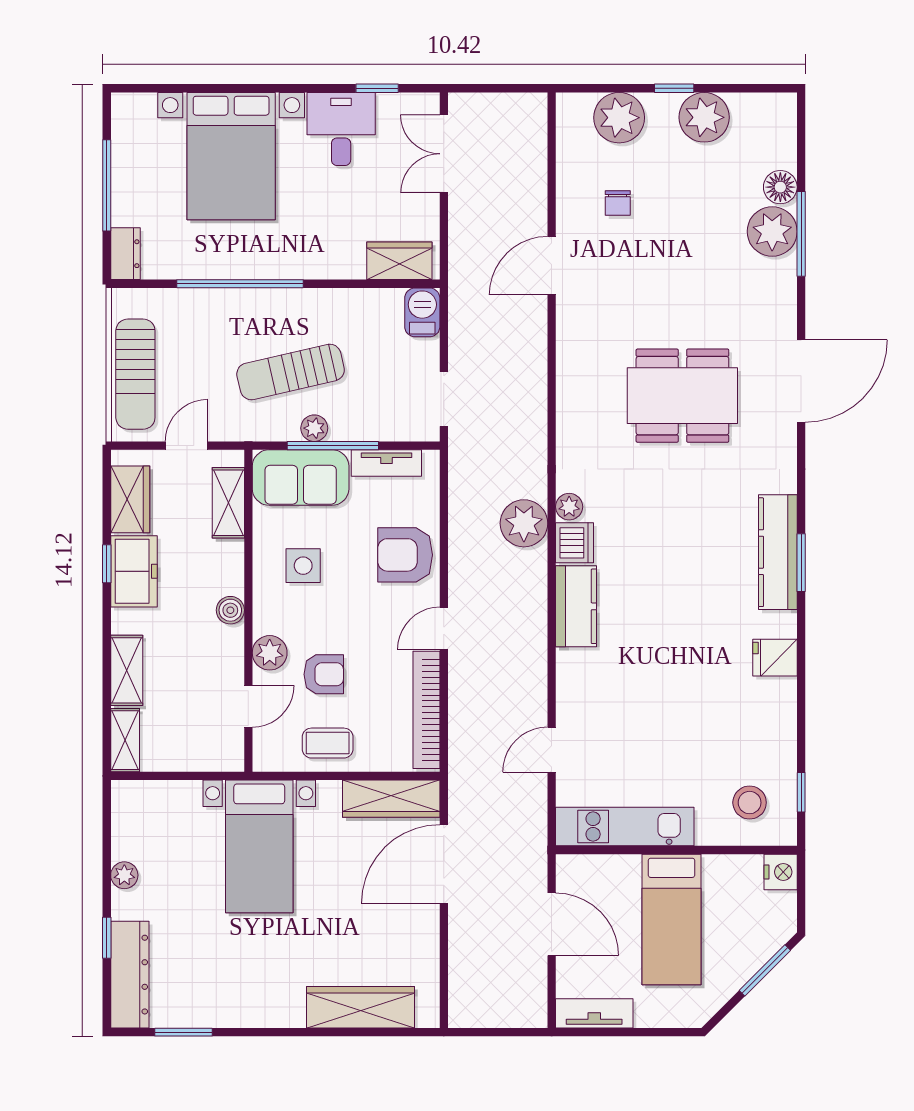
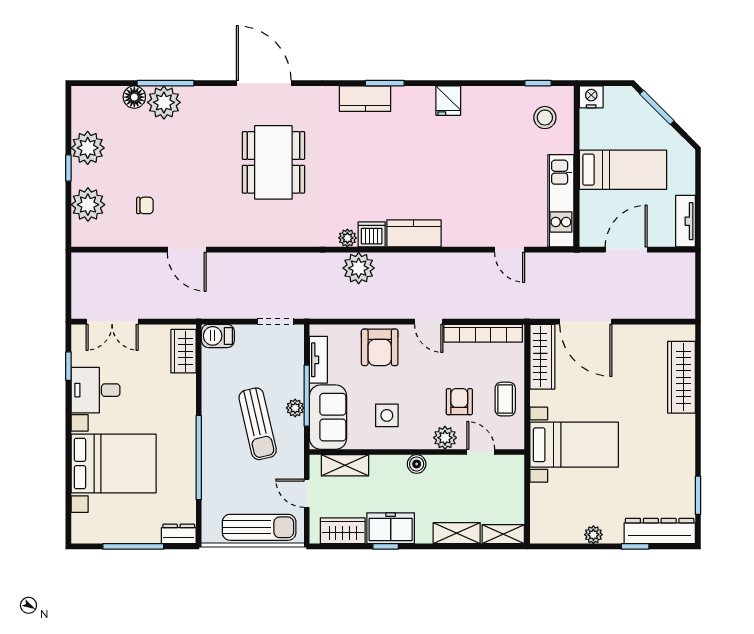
kitchen counter: (778, 552) -> (365, 99), width x0.67

